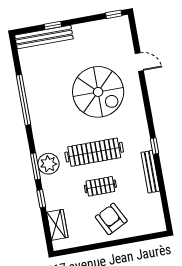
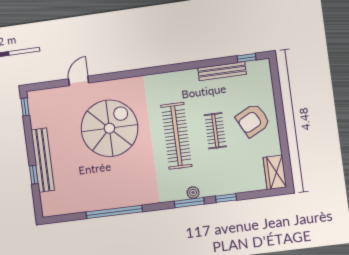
bench: (44, 37) -> (43, 160), moved
window: (154, 146) -> (246, 58), moved
plant: (48, 164) -> (193, 193), width x0.53, depth x0.53
bench: (150, 172) -> (222, 71), moved
wardrobe: (57, 225) -> (275, 172), moved, turned -90

